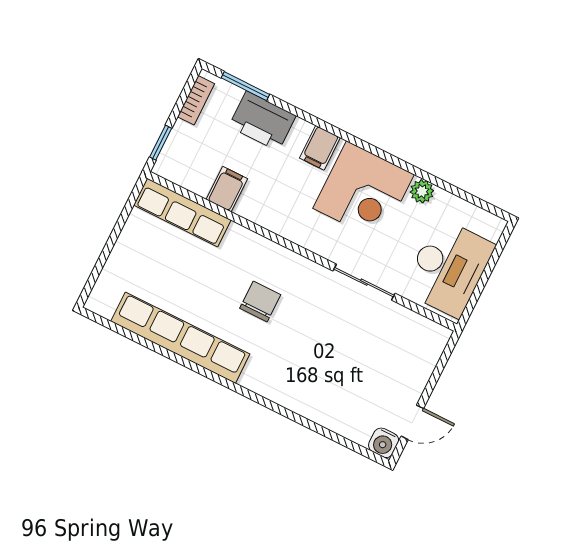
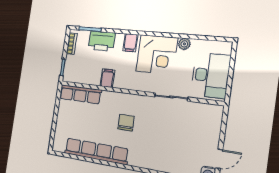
filing cabinet: (227, 189) -> (107, 78), moved

